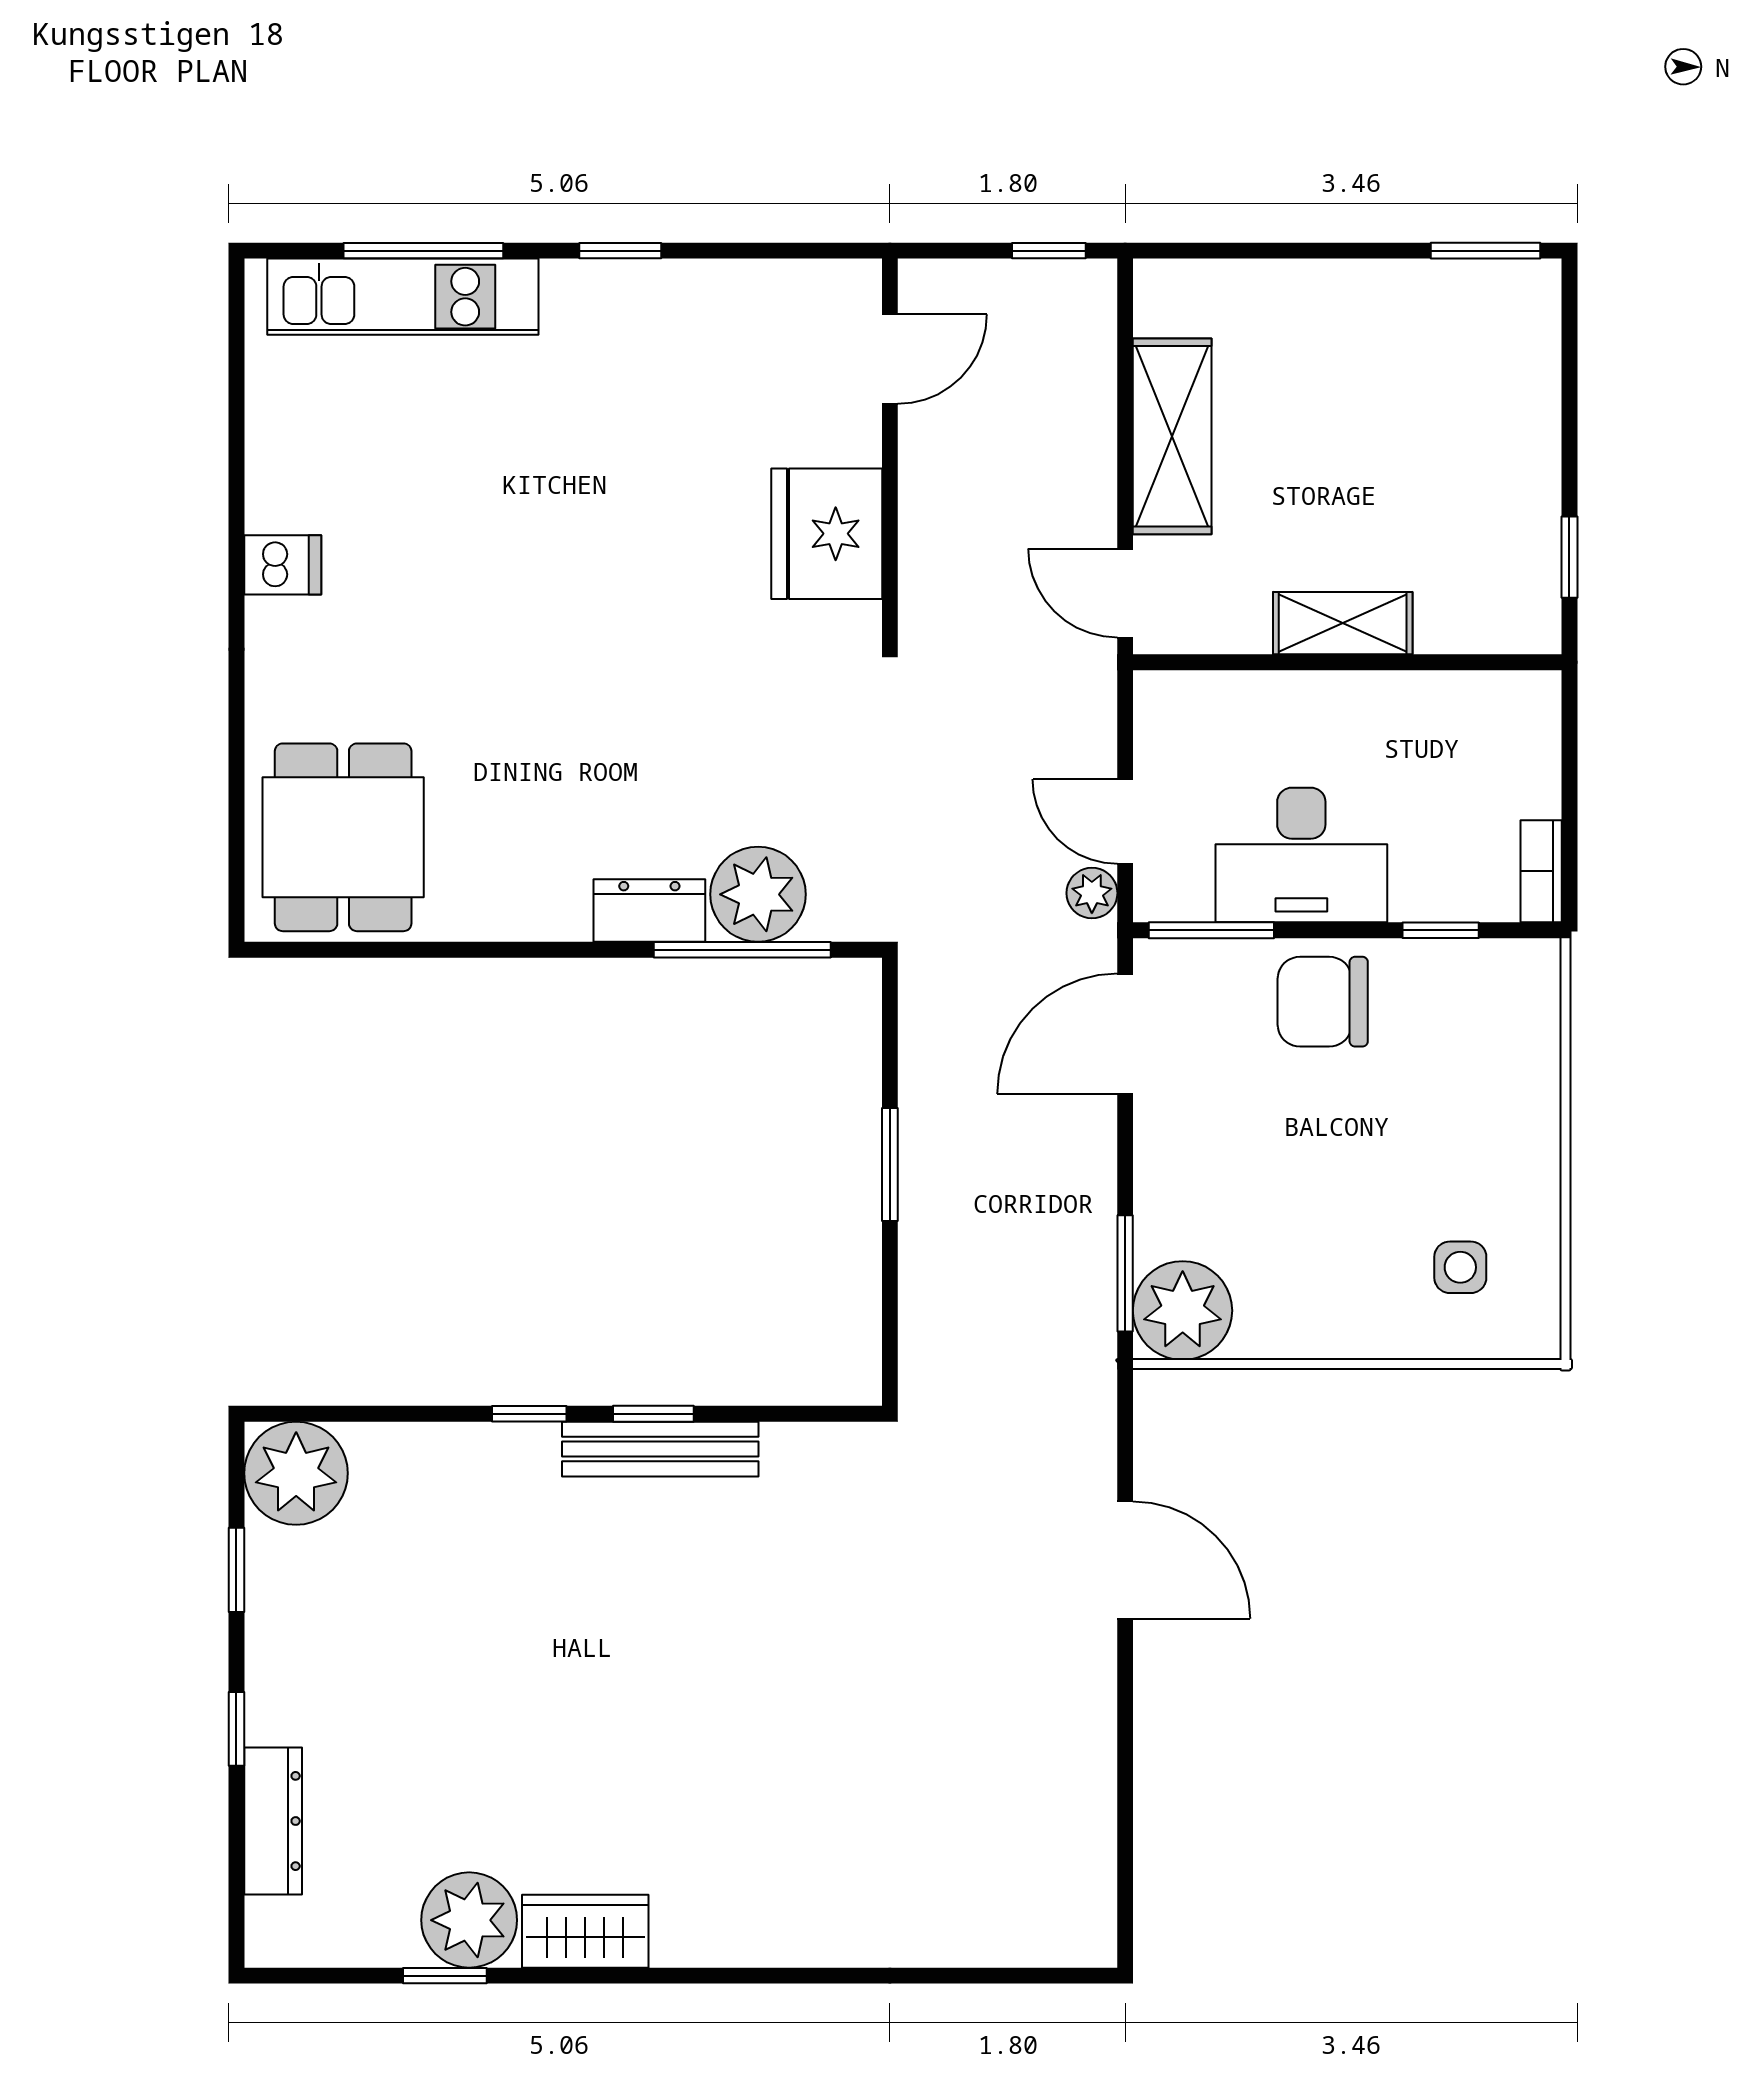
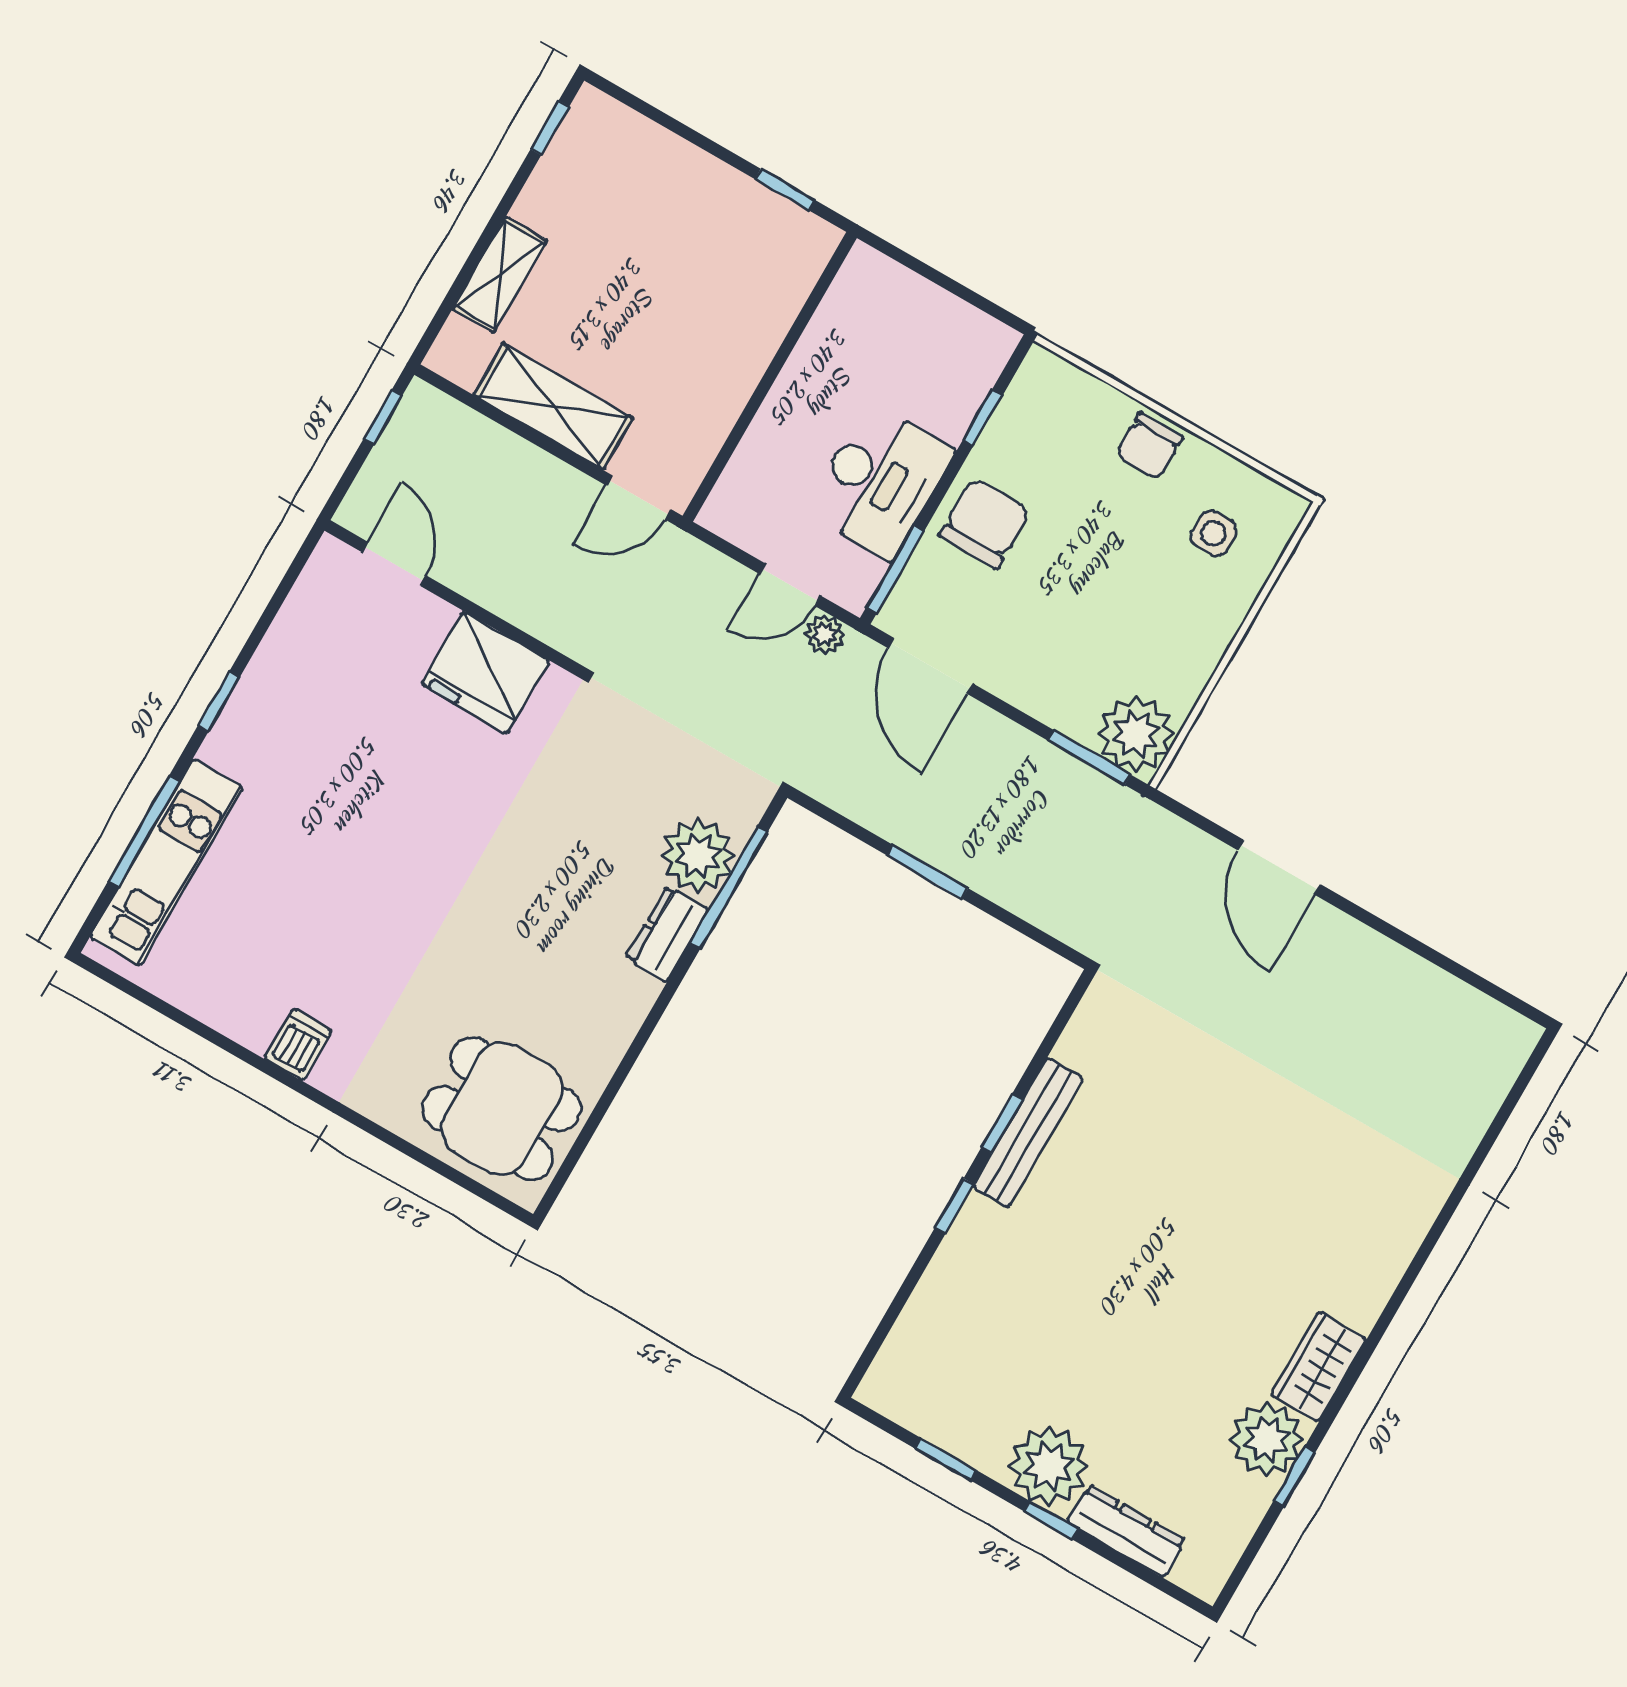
window: (1485, 251) -> (550, 128), width x0.67
shelving: (1343, 623) -> (500, 275), moved
bookcase: (1541, 871) -> (982, 328), removed
chair: (1323, 1002) -> (985, 523), turned 180
chair: (1517, 1137) -> (1149, 446), added
plant: (296, 1473) -> (1049, 1466), moved
door: (1125, 1560) -> (1279, 867), swing flipped

